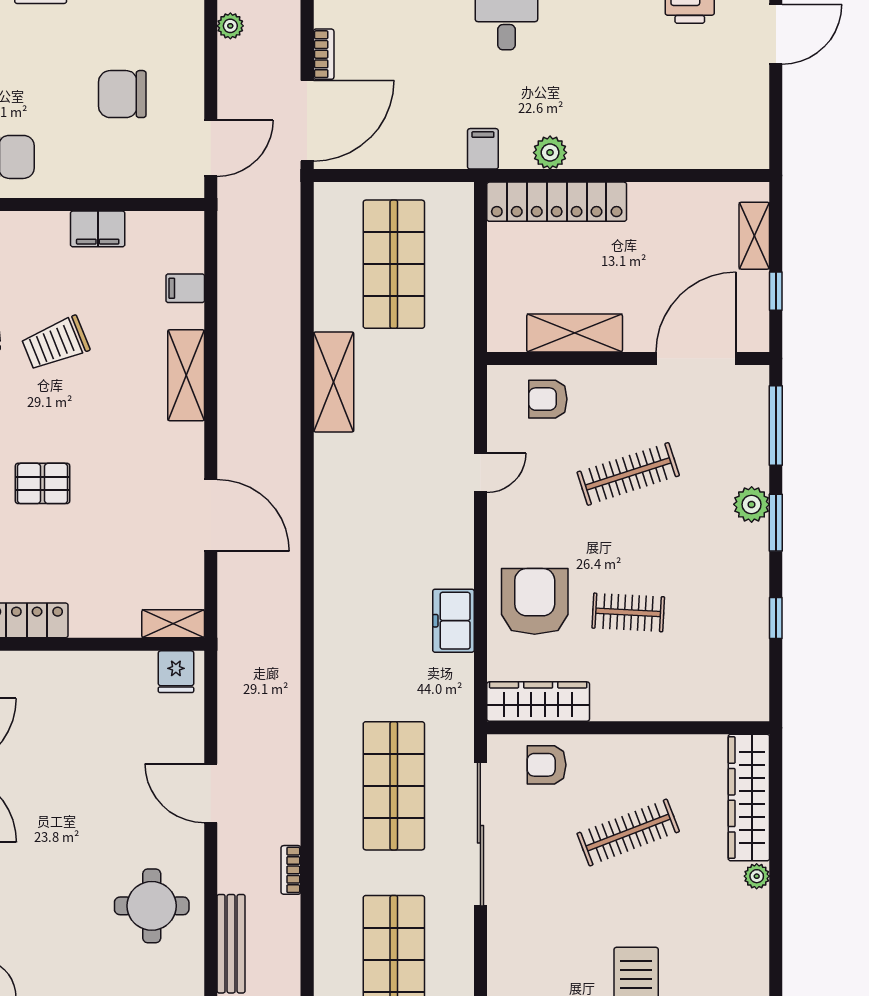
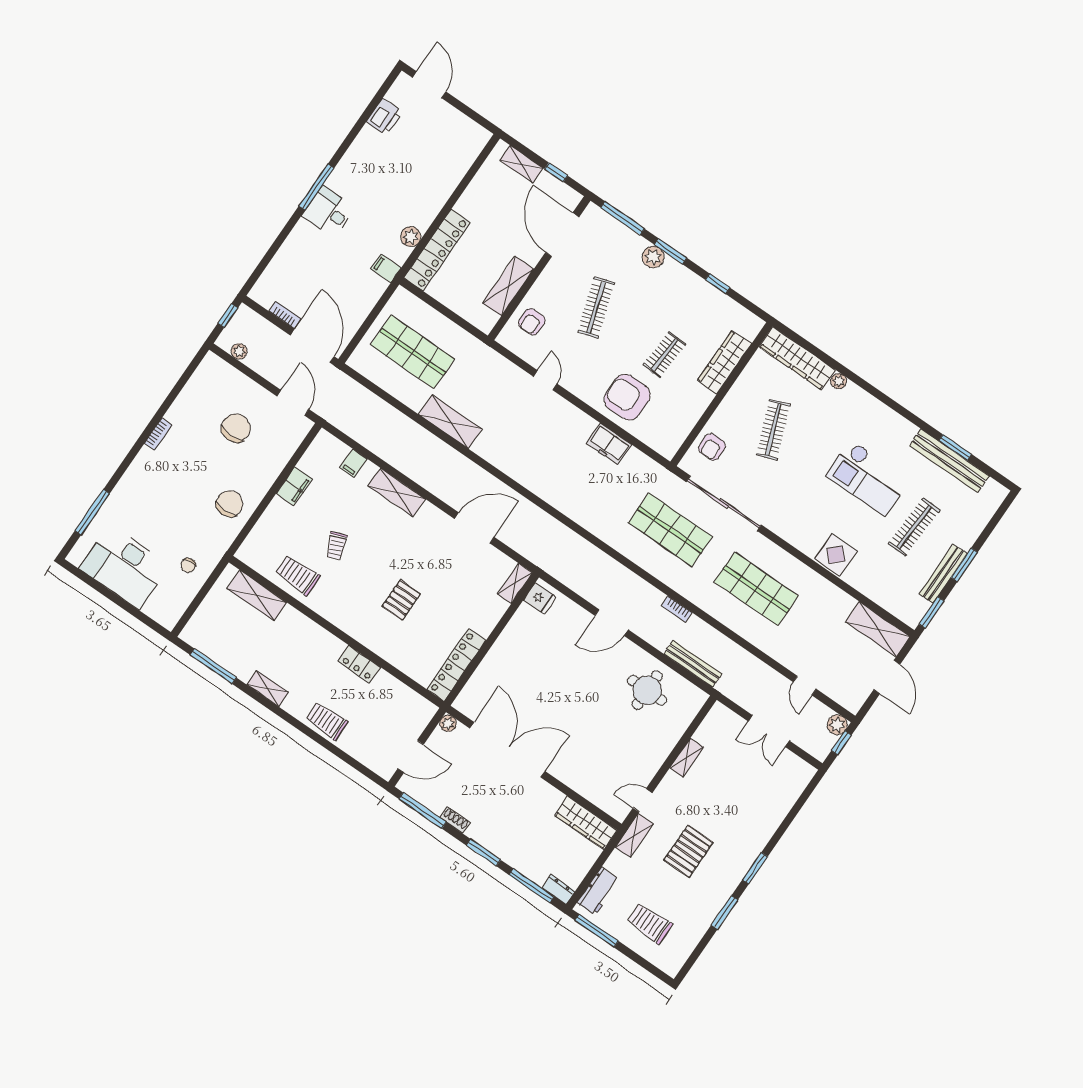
chair: (122, 94) -> (236, 428), turned 180
trolley: (56, 343) -> (336, 546), width x0.73, depth x0.72
wardrobe: (538, 702) -> (724, 362), moved

